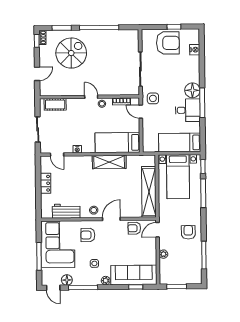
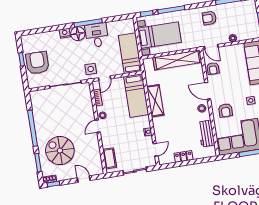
nightstand: (195, 50) -> (65, 33), moved
bed: (180, 143) -> (130, 53), moved, turned 180

